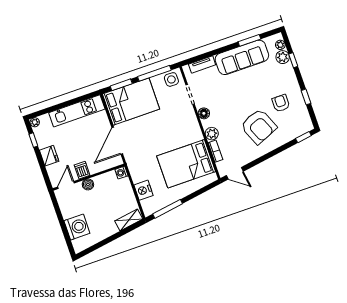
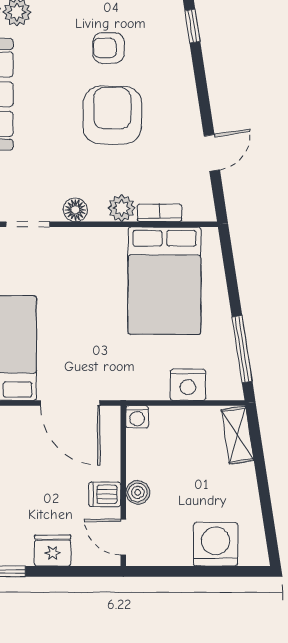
armchair: (259, 126) -> (112, 115), moved, turned -67
door: (235, 173) -> (212, 153), moved

